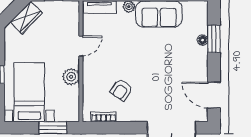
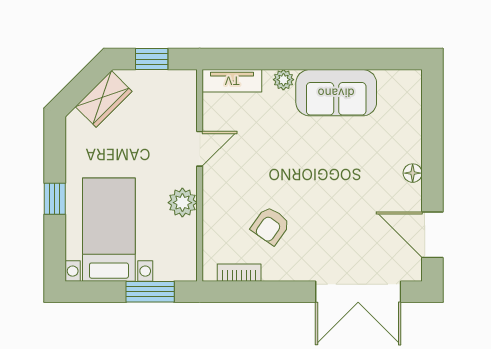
window: (214, 39) -> (432, 136), removed
floor lamp: (203, 40) -> (413, 173), moved

